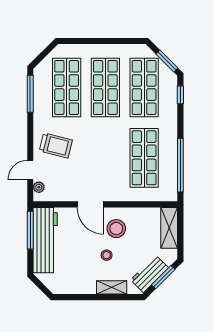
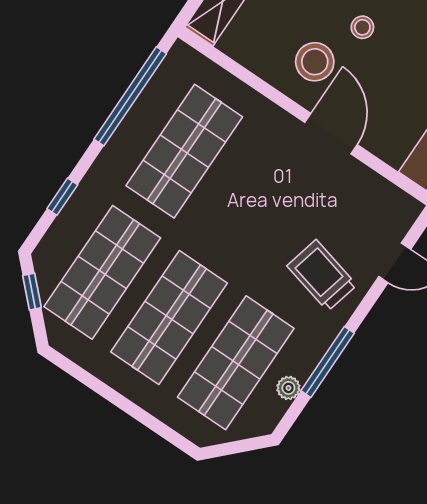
window: (167, 61) -> (32, 292), width x0.67
window: (30, 94) -> (328, 362), moved
window: (180, 95) -> (62, 197), moved
plant: (39, 187) -> (288, 388), moved

